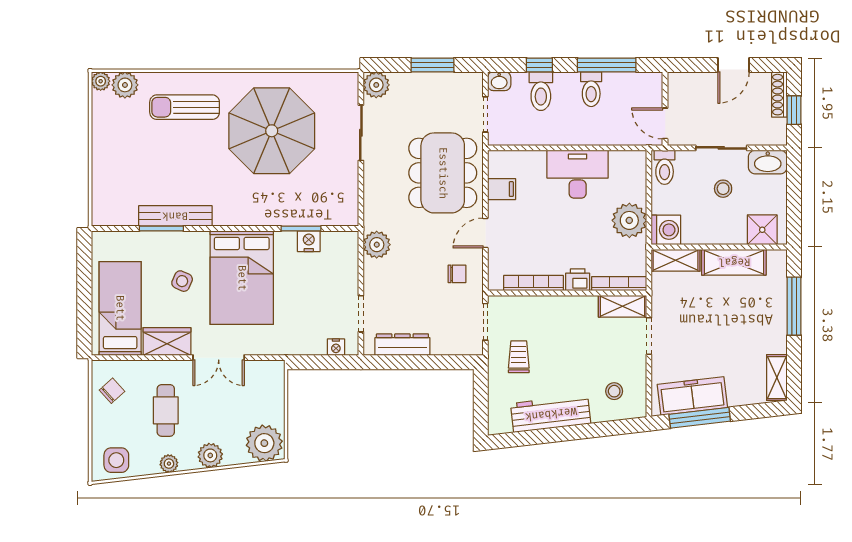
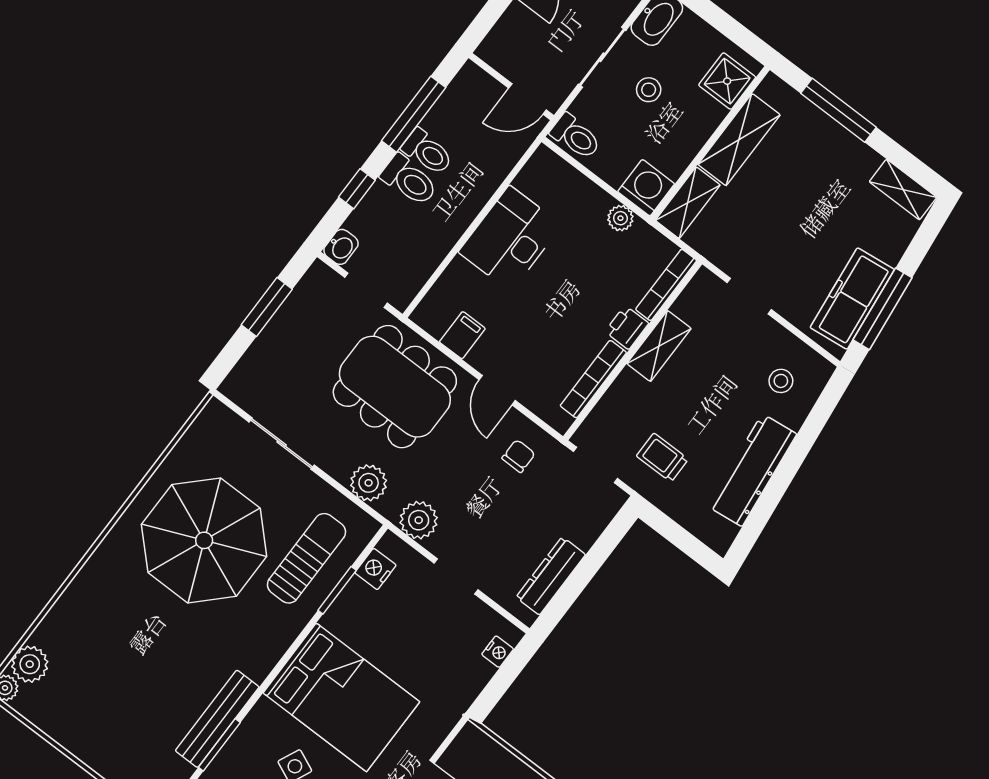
plant: (376, 85) -> (369, 483), moved
toilet: (541, 91) -> (409, 180), moved
sun lounger: (185, 107) -> (306, 558), moved, turned 180
plant: (629, 220) -> (620, 218), width x0.53, depth x0.53
nightstand: (309, 241) -> (375, 569), moved
shelving: (622, 306) -> (659, 346), moved
doorway: (361, 314) -> (456, 576), moved

